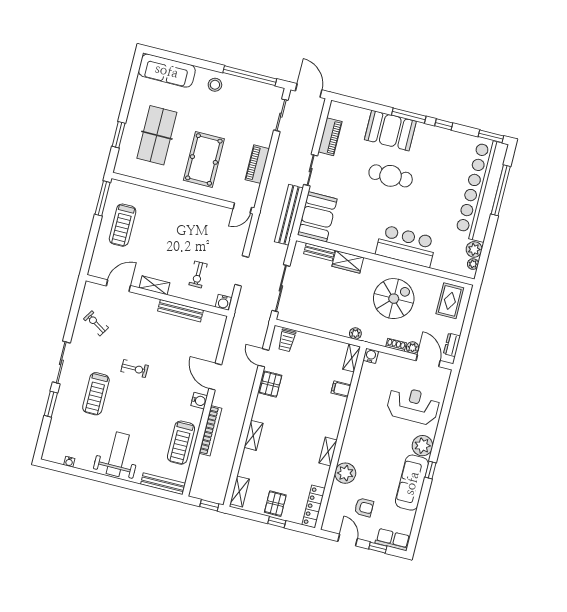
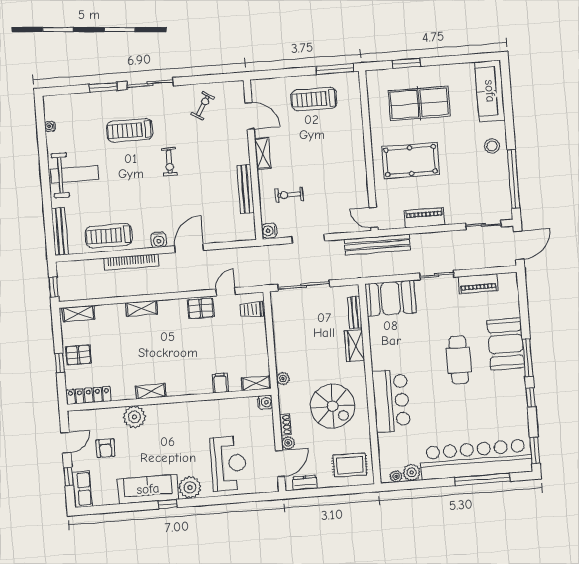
bench: (289, 215) -> (377, 245), moved

